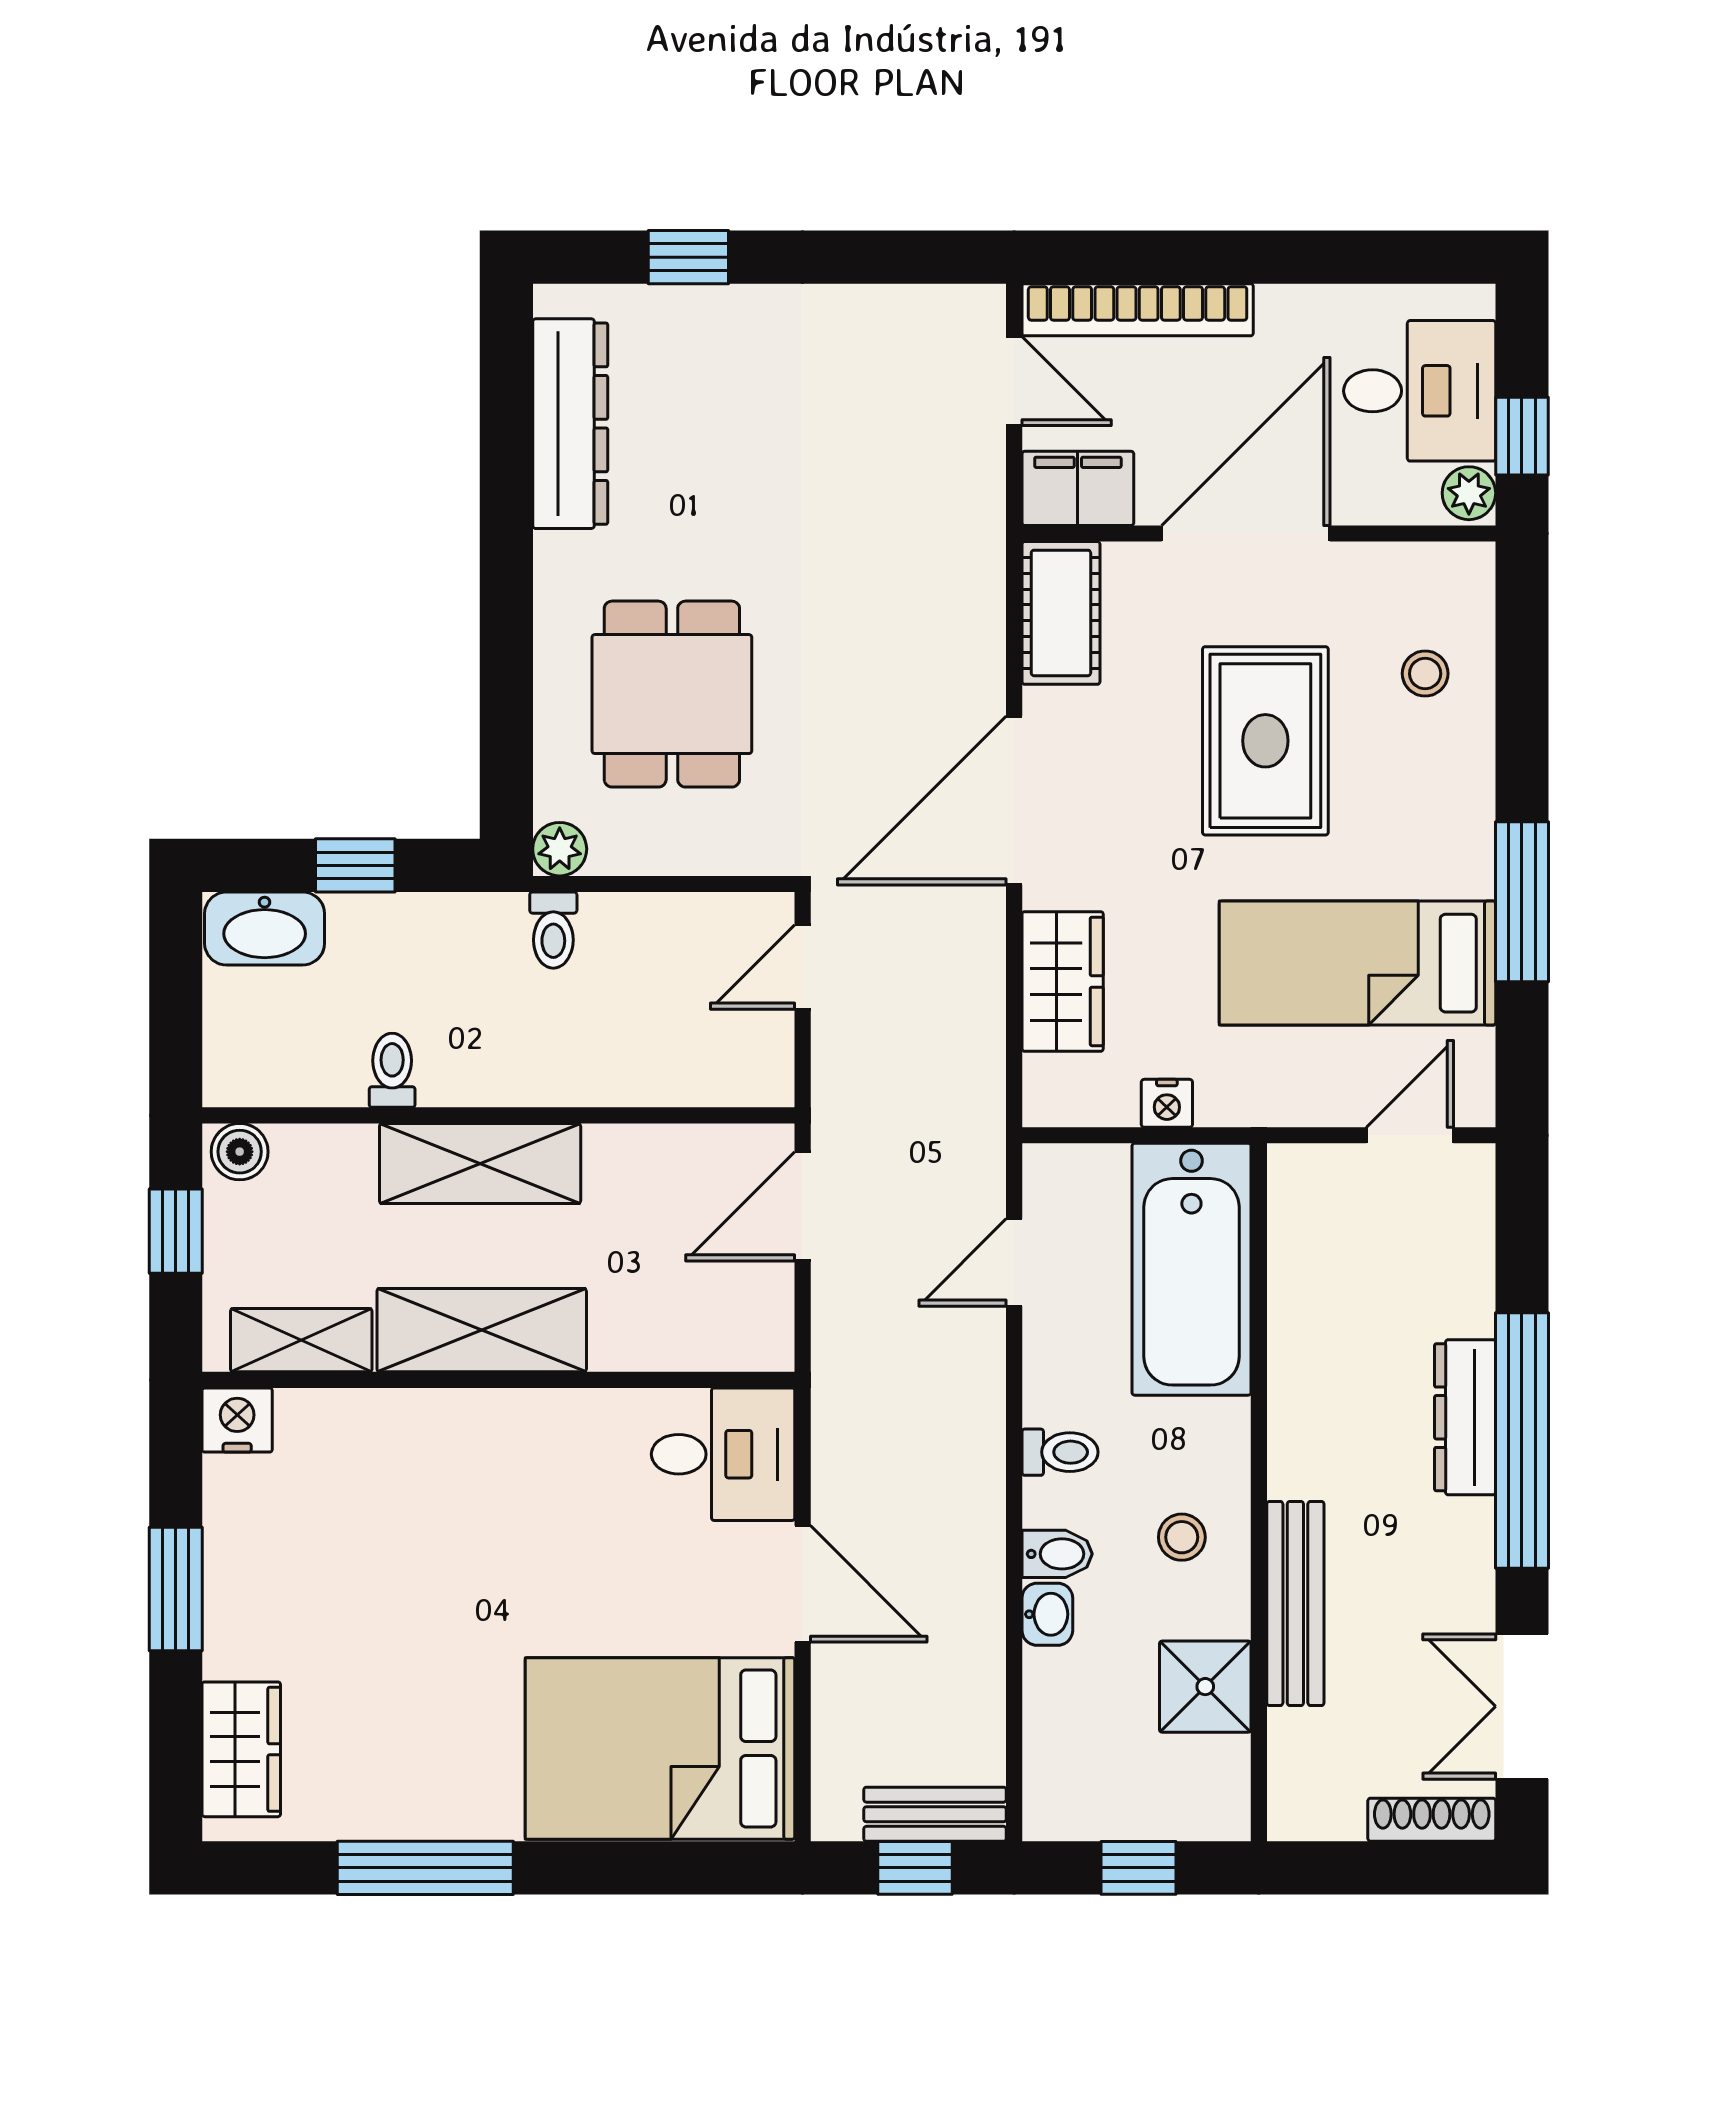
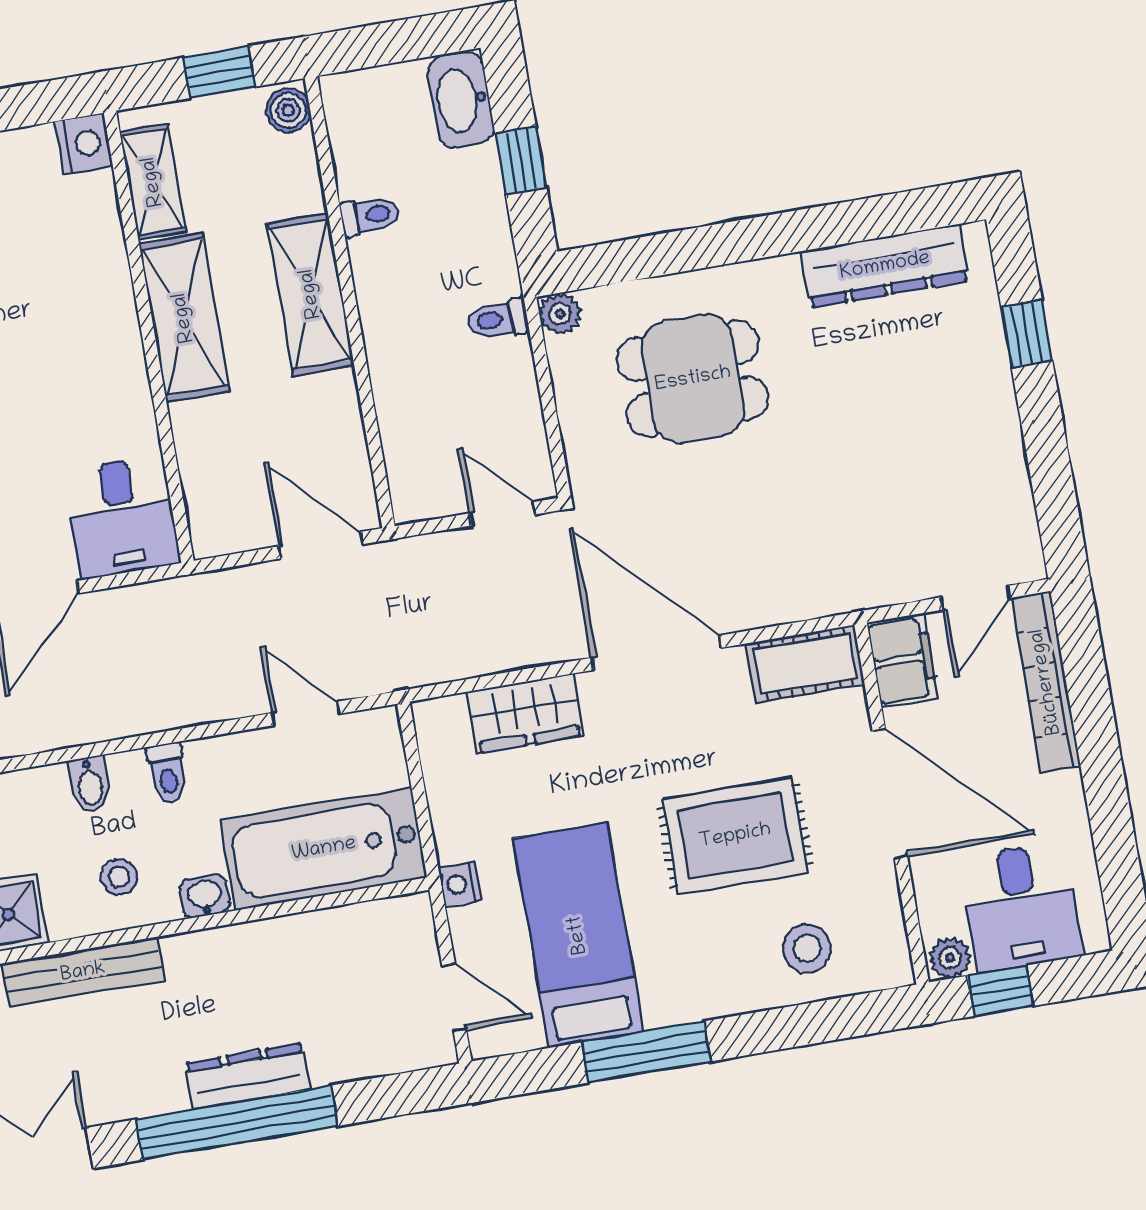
stool: (1425, 674) -> (807, 948), width x1.37, depth x1.37
nightstand: (1167, 1103) -> (460, 884), moved
washbasin: (1047, 1614) -> (205, 896), moved, turned 180

